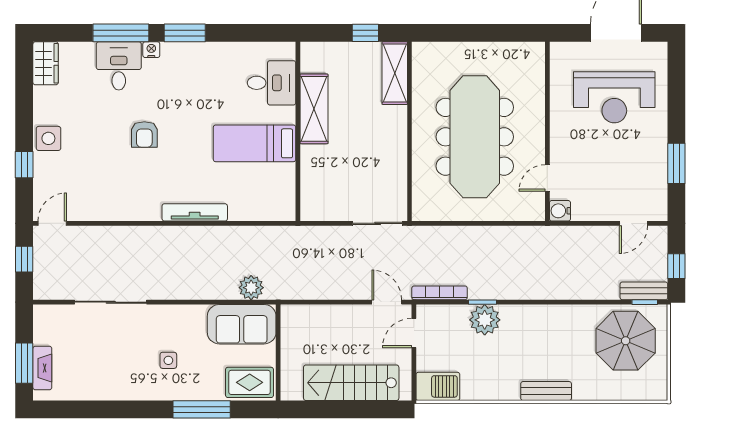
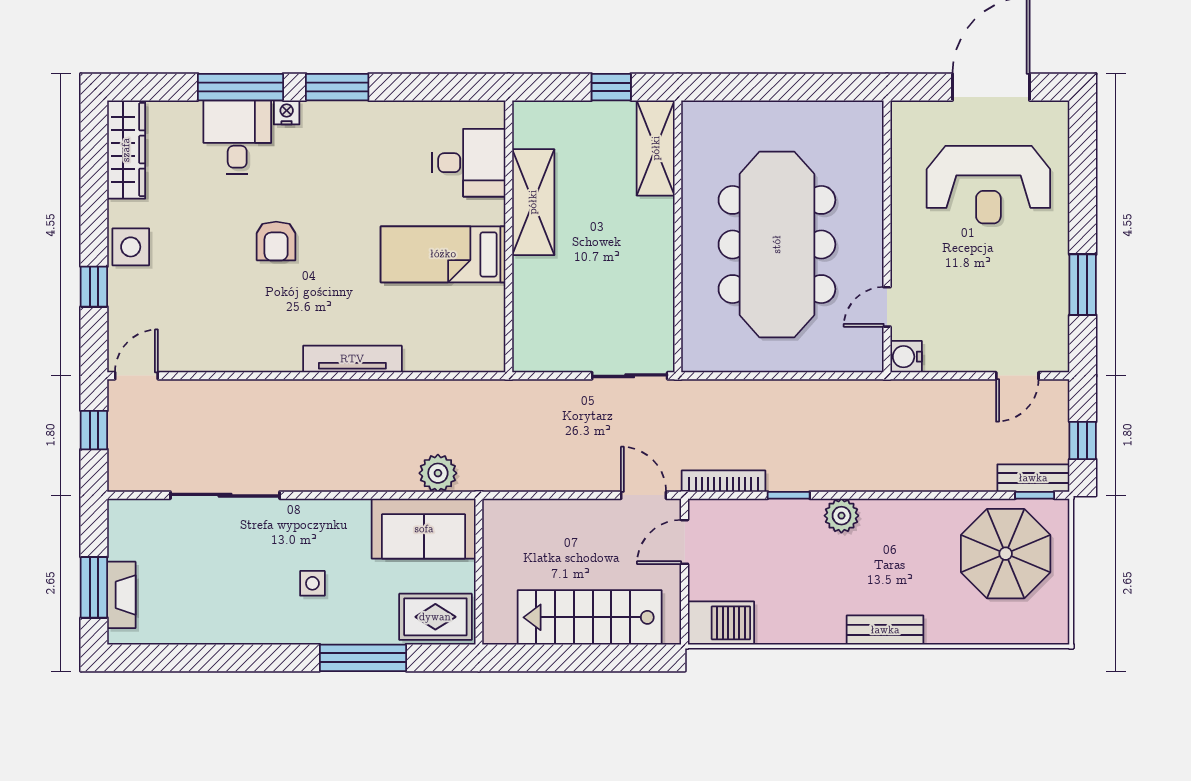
wardrobe: (46, 63) -> (126, 150), width x1.50
plant: (485, 320) -> (841, 516), moved, width x0.73, depth x0.73

